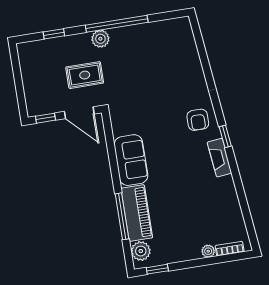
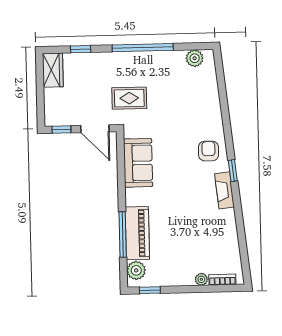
plant: (100, 39) -> (195, 58), moved
wardrobe: (29, 59) -> (53, 70), added
rug: (85, 75) -> (129, 98), moved
armchair: (198, 120) -> (208, 151), turned 180
sofa: (131, 160) -> (138, 163), moved

